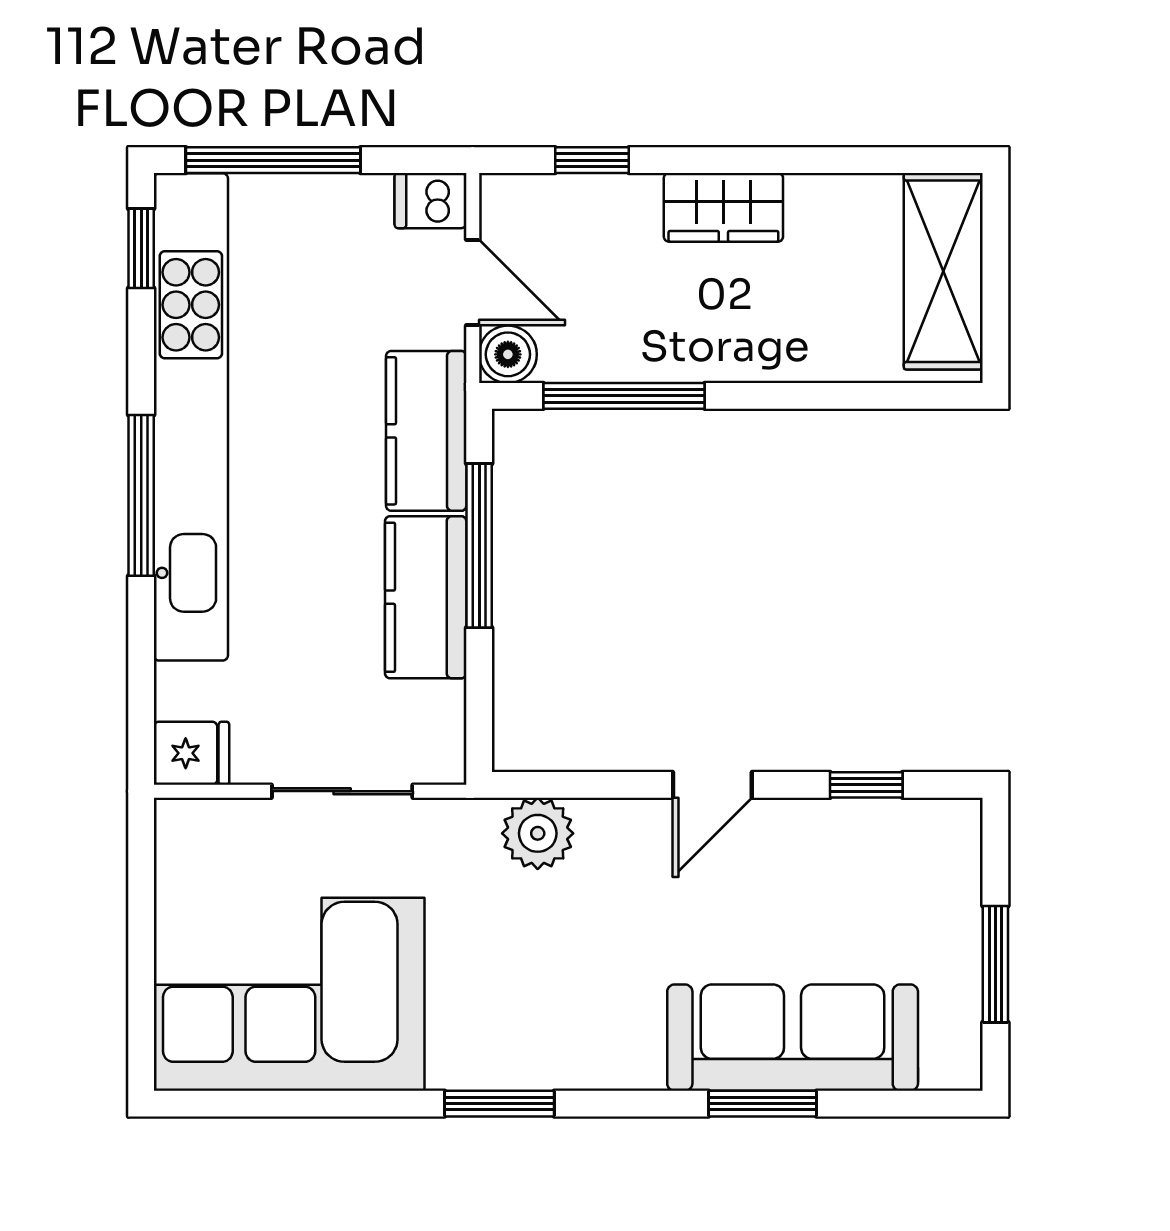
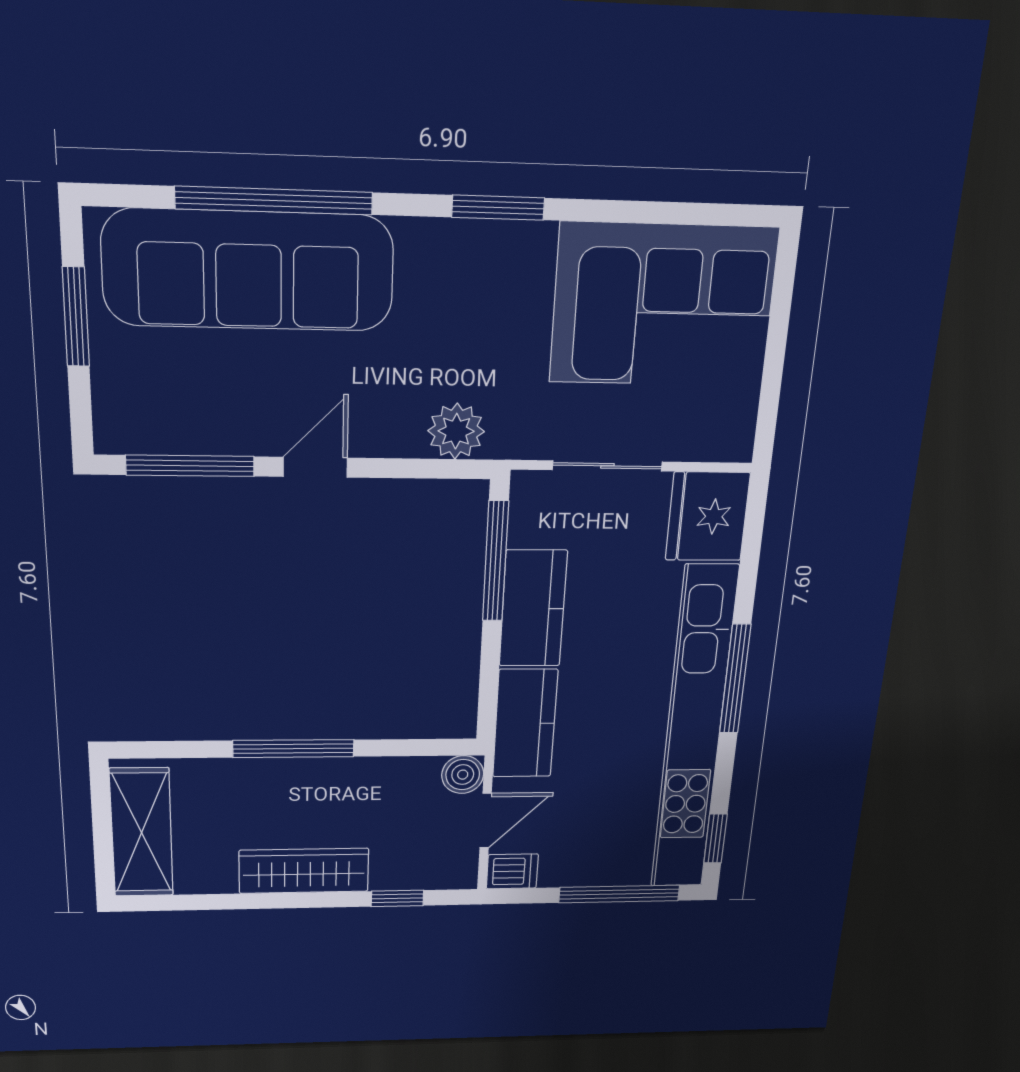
wardrobe: (723, 207) -> (304, 871), width x1.50
door: (473, 282) -> (486, 821), swing flipped
window: (624, 396) -> (293, 749), moved
window: (479, 546) -> (495, 561), moved
fridge: (192, 753) -> (708, 517), width x1.88, depth x1.34
window: (866, 785) -> (190, 466), width x2.17
sofa: (793, 1038) -> (249, 270), width x1.36, depth x1.27
window: (762, 1104) -> (274, 201), width x2.11

